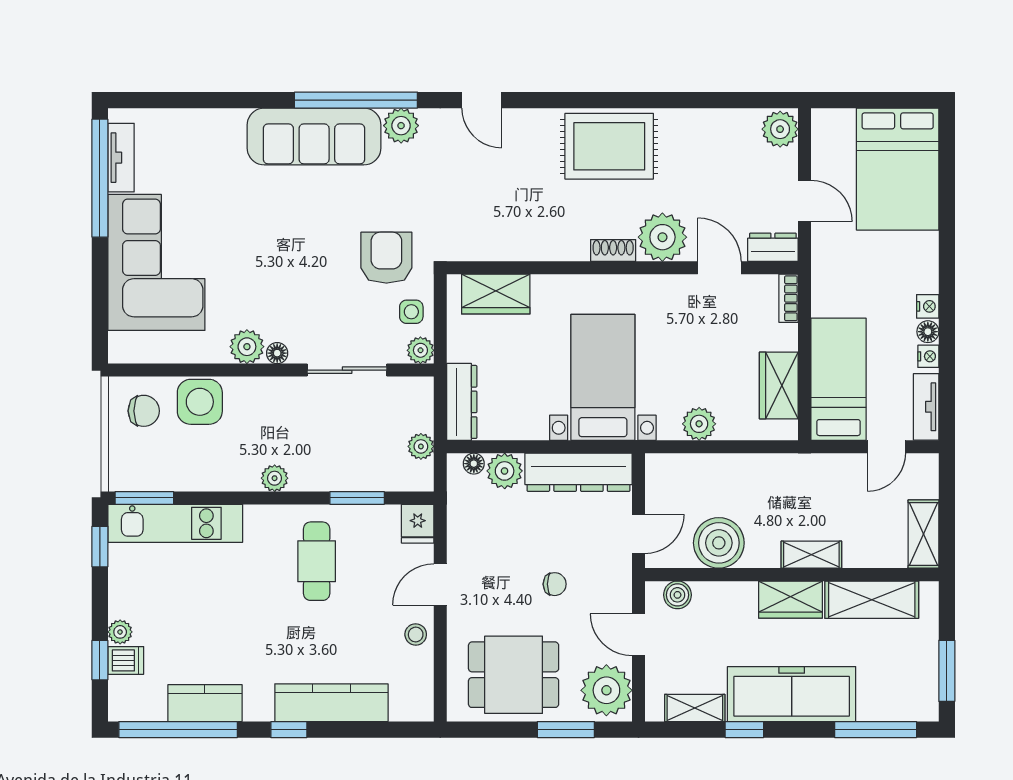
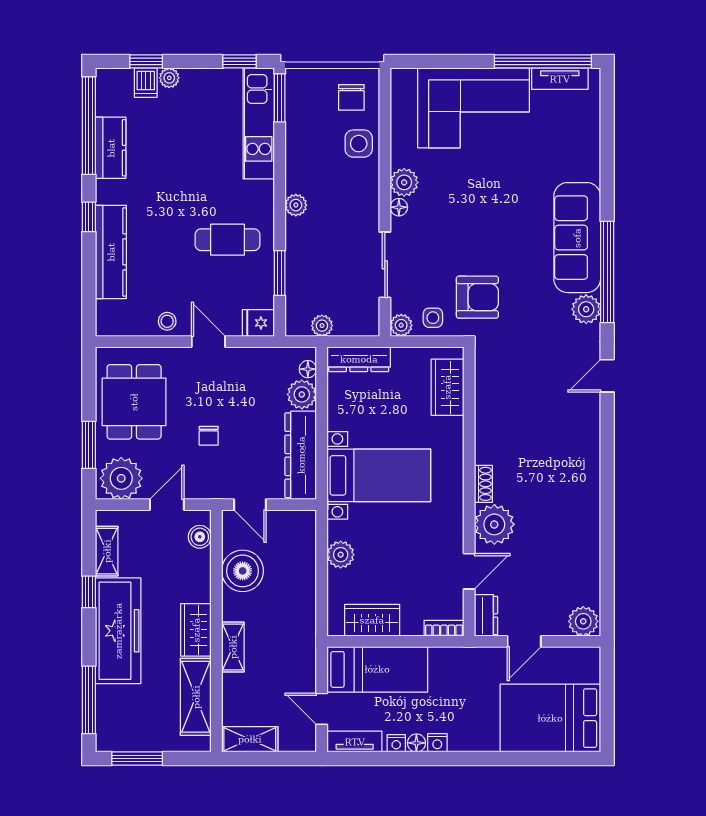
rug: (609, 146) -> (569, 481), removed
side table: (200, 402) -> (359, 144), width x0.73, depth x0.73

